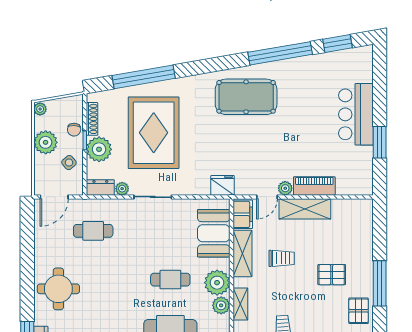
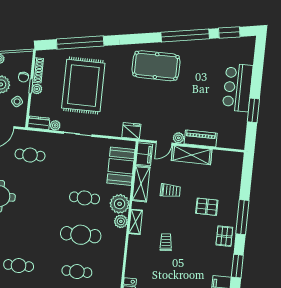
plant: (99, 149) -> (37, 89), width x0.53, depth x0.53

